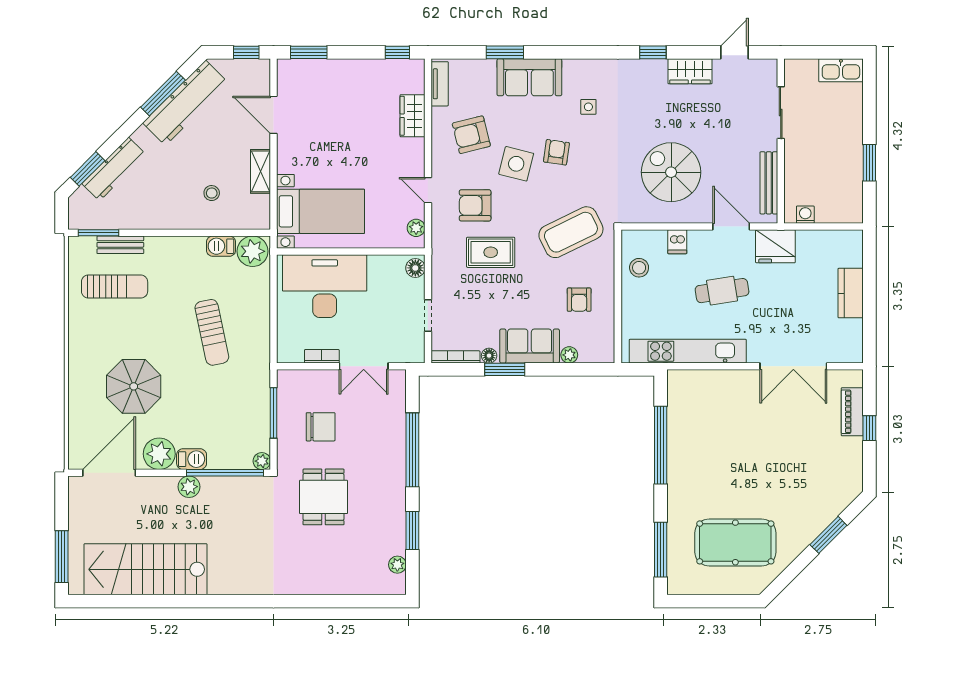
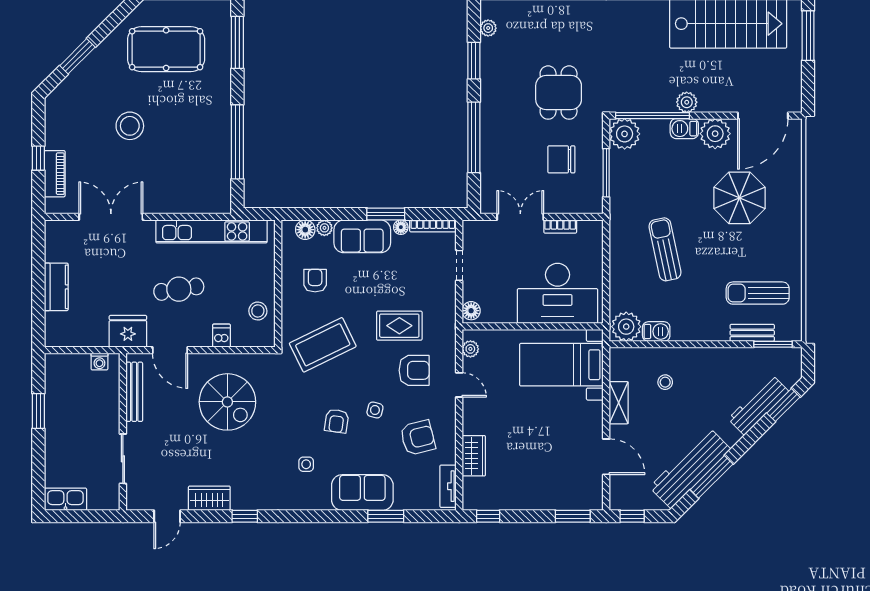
side table: (516, 164) -> (375, 410), width x0.54, depth x0.54
floor lamp: (589, 353) -> (305, 230), added
plant: (262, 461) -> (625, 134), width x1.87, depth x1.87
stool: (773, 462) -> (130, 126), added

